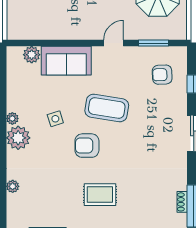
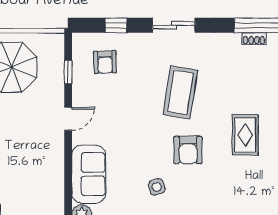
door: (114, 43) -> (68, 119), swing flipped
window: (153, 43) -> (68, 72), width x0.67
coffee table: (107, 108) -> (180, 92), moved

